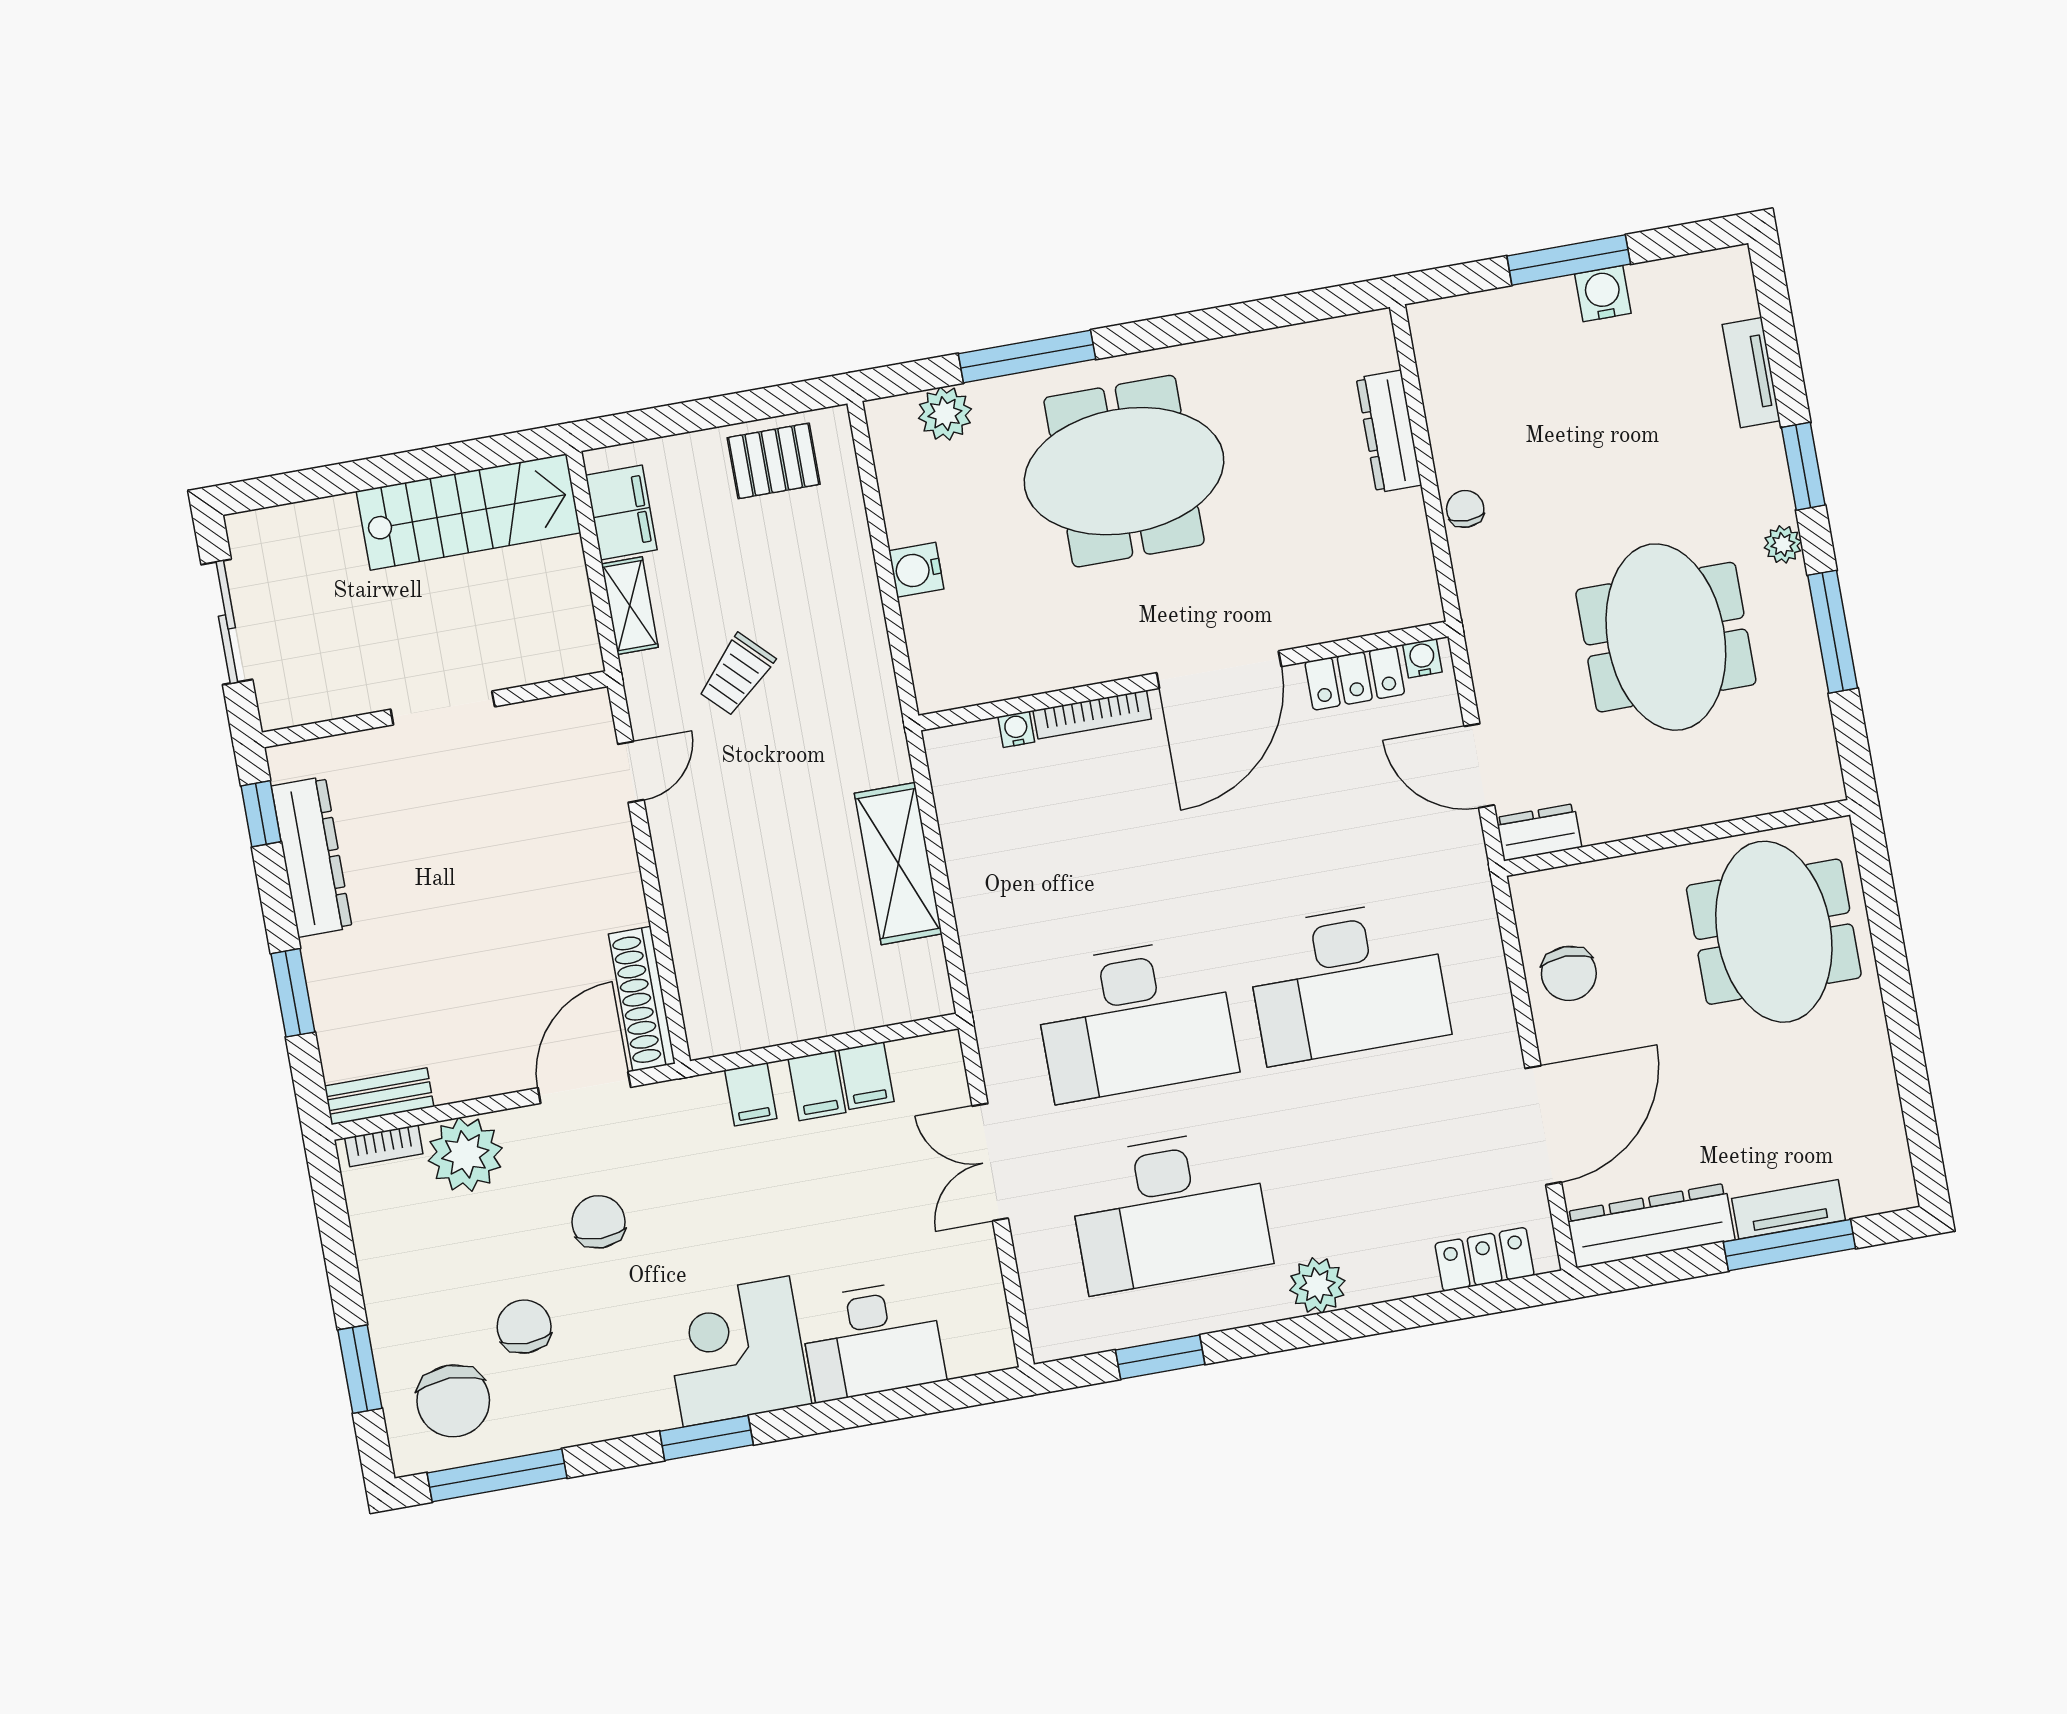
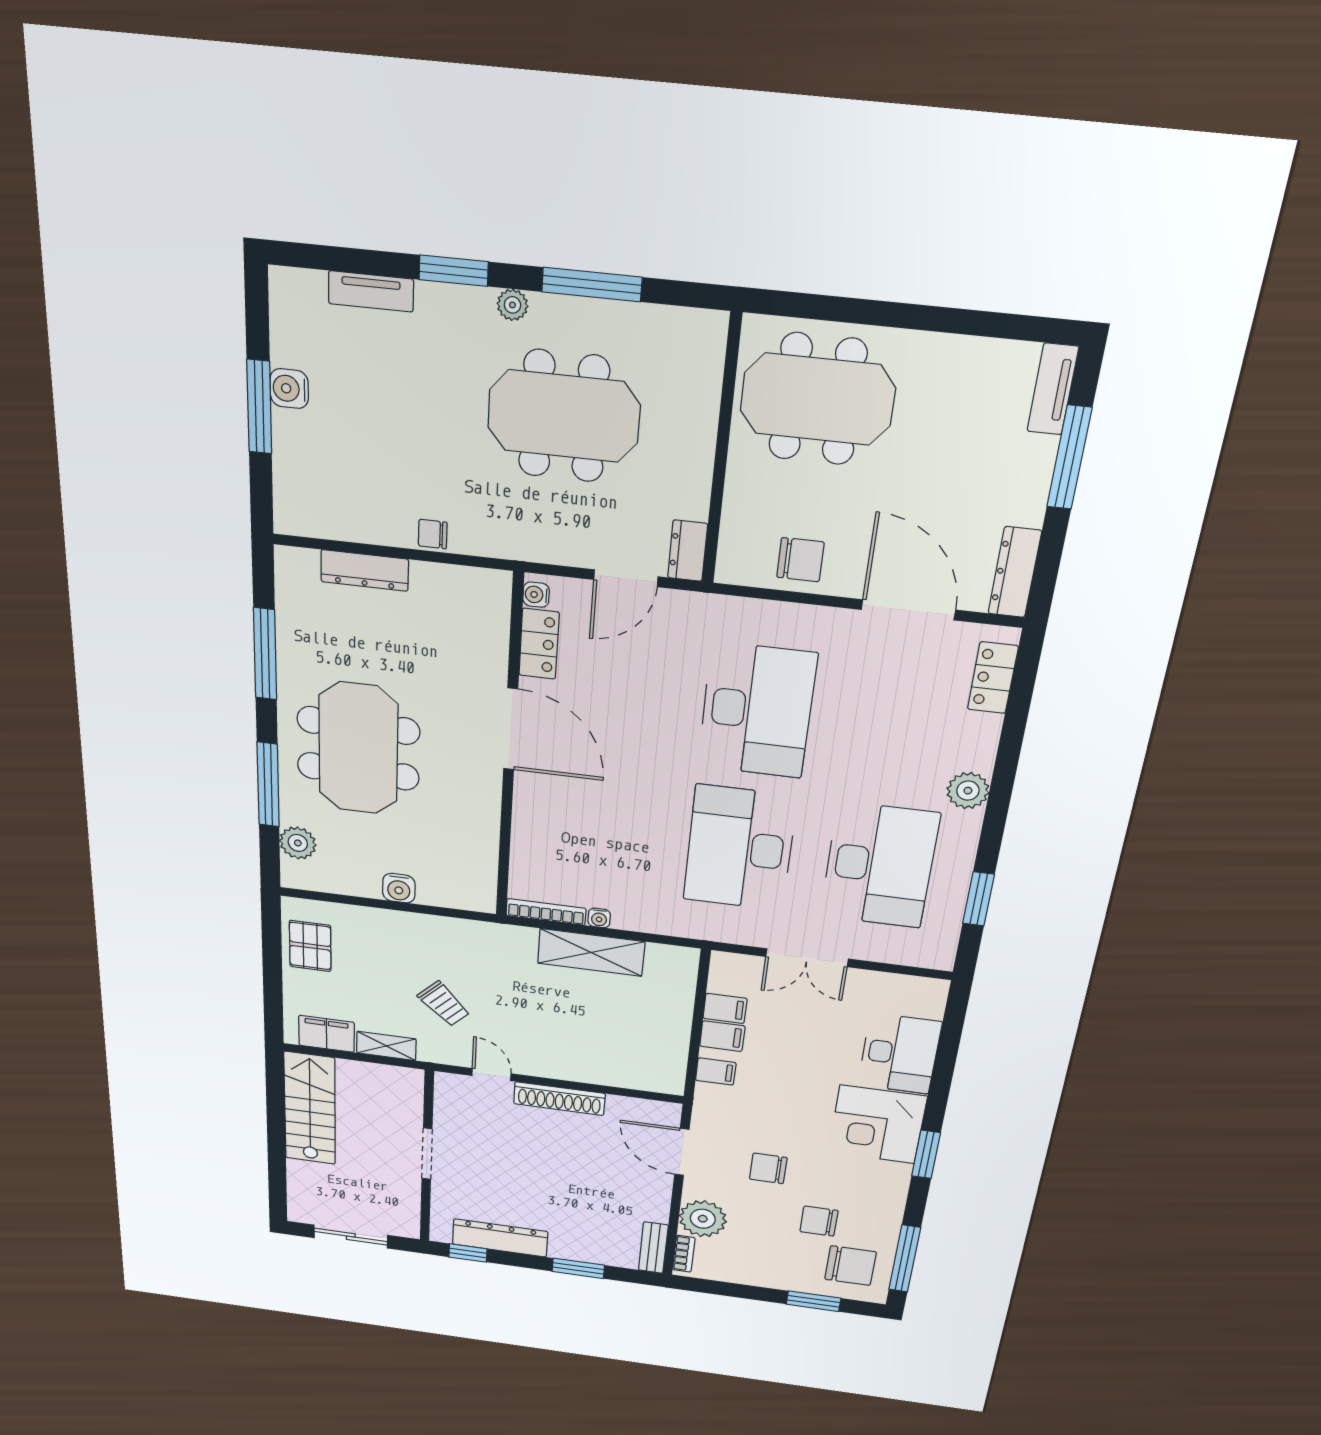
window: (1228, 321) -> (265, 654), added
bookcase: (1092, 715) -> (546, 912), moved, turned -90
water cooler: (1016, 729) -> (599, 918), moved, turned -90
shoe rack: (642, 999) -> (559, 1099), moved
desk: (1135, 1019) -> (740, 848), turned 180
tv unit: (1789, 1209) -> (1053, 389), moved
dresser: (1651, 1226) -> (1015, 572), width x0.73, depth x0.80

